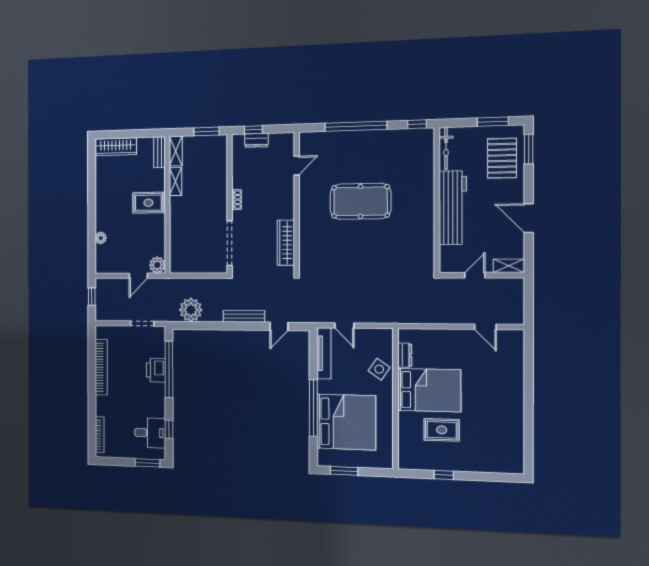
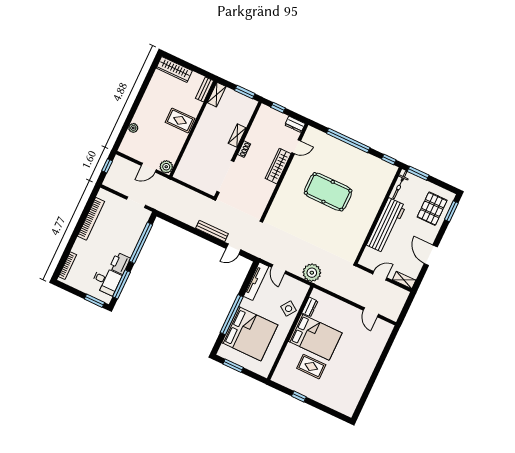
window: (493, 122) -> (418, 173), moved
dresser: (256, 140) -> (295, 124), moved
shelving: (176, 181) -> (237, 136), moved
wardrobe: (286, 243) -> (278, 166), moved
plant: (191, 310) -> (312, 273), moved
printer: (156, 370) -> (120, 263), moved
window: (169, 429) -> (121, 284), width x2.17

